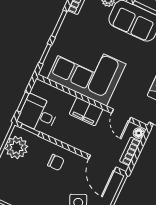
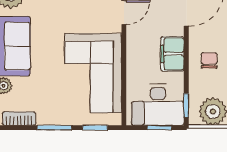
filing cabinet: (86, 112) -> (172, 54), moved, turned 180
desk: (38, 114) -> (158, 105), width x1.37

